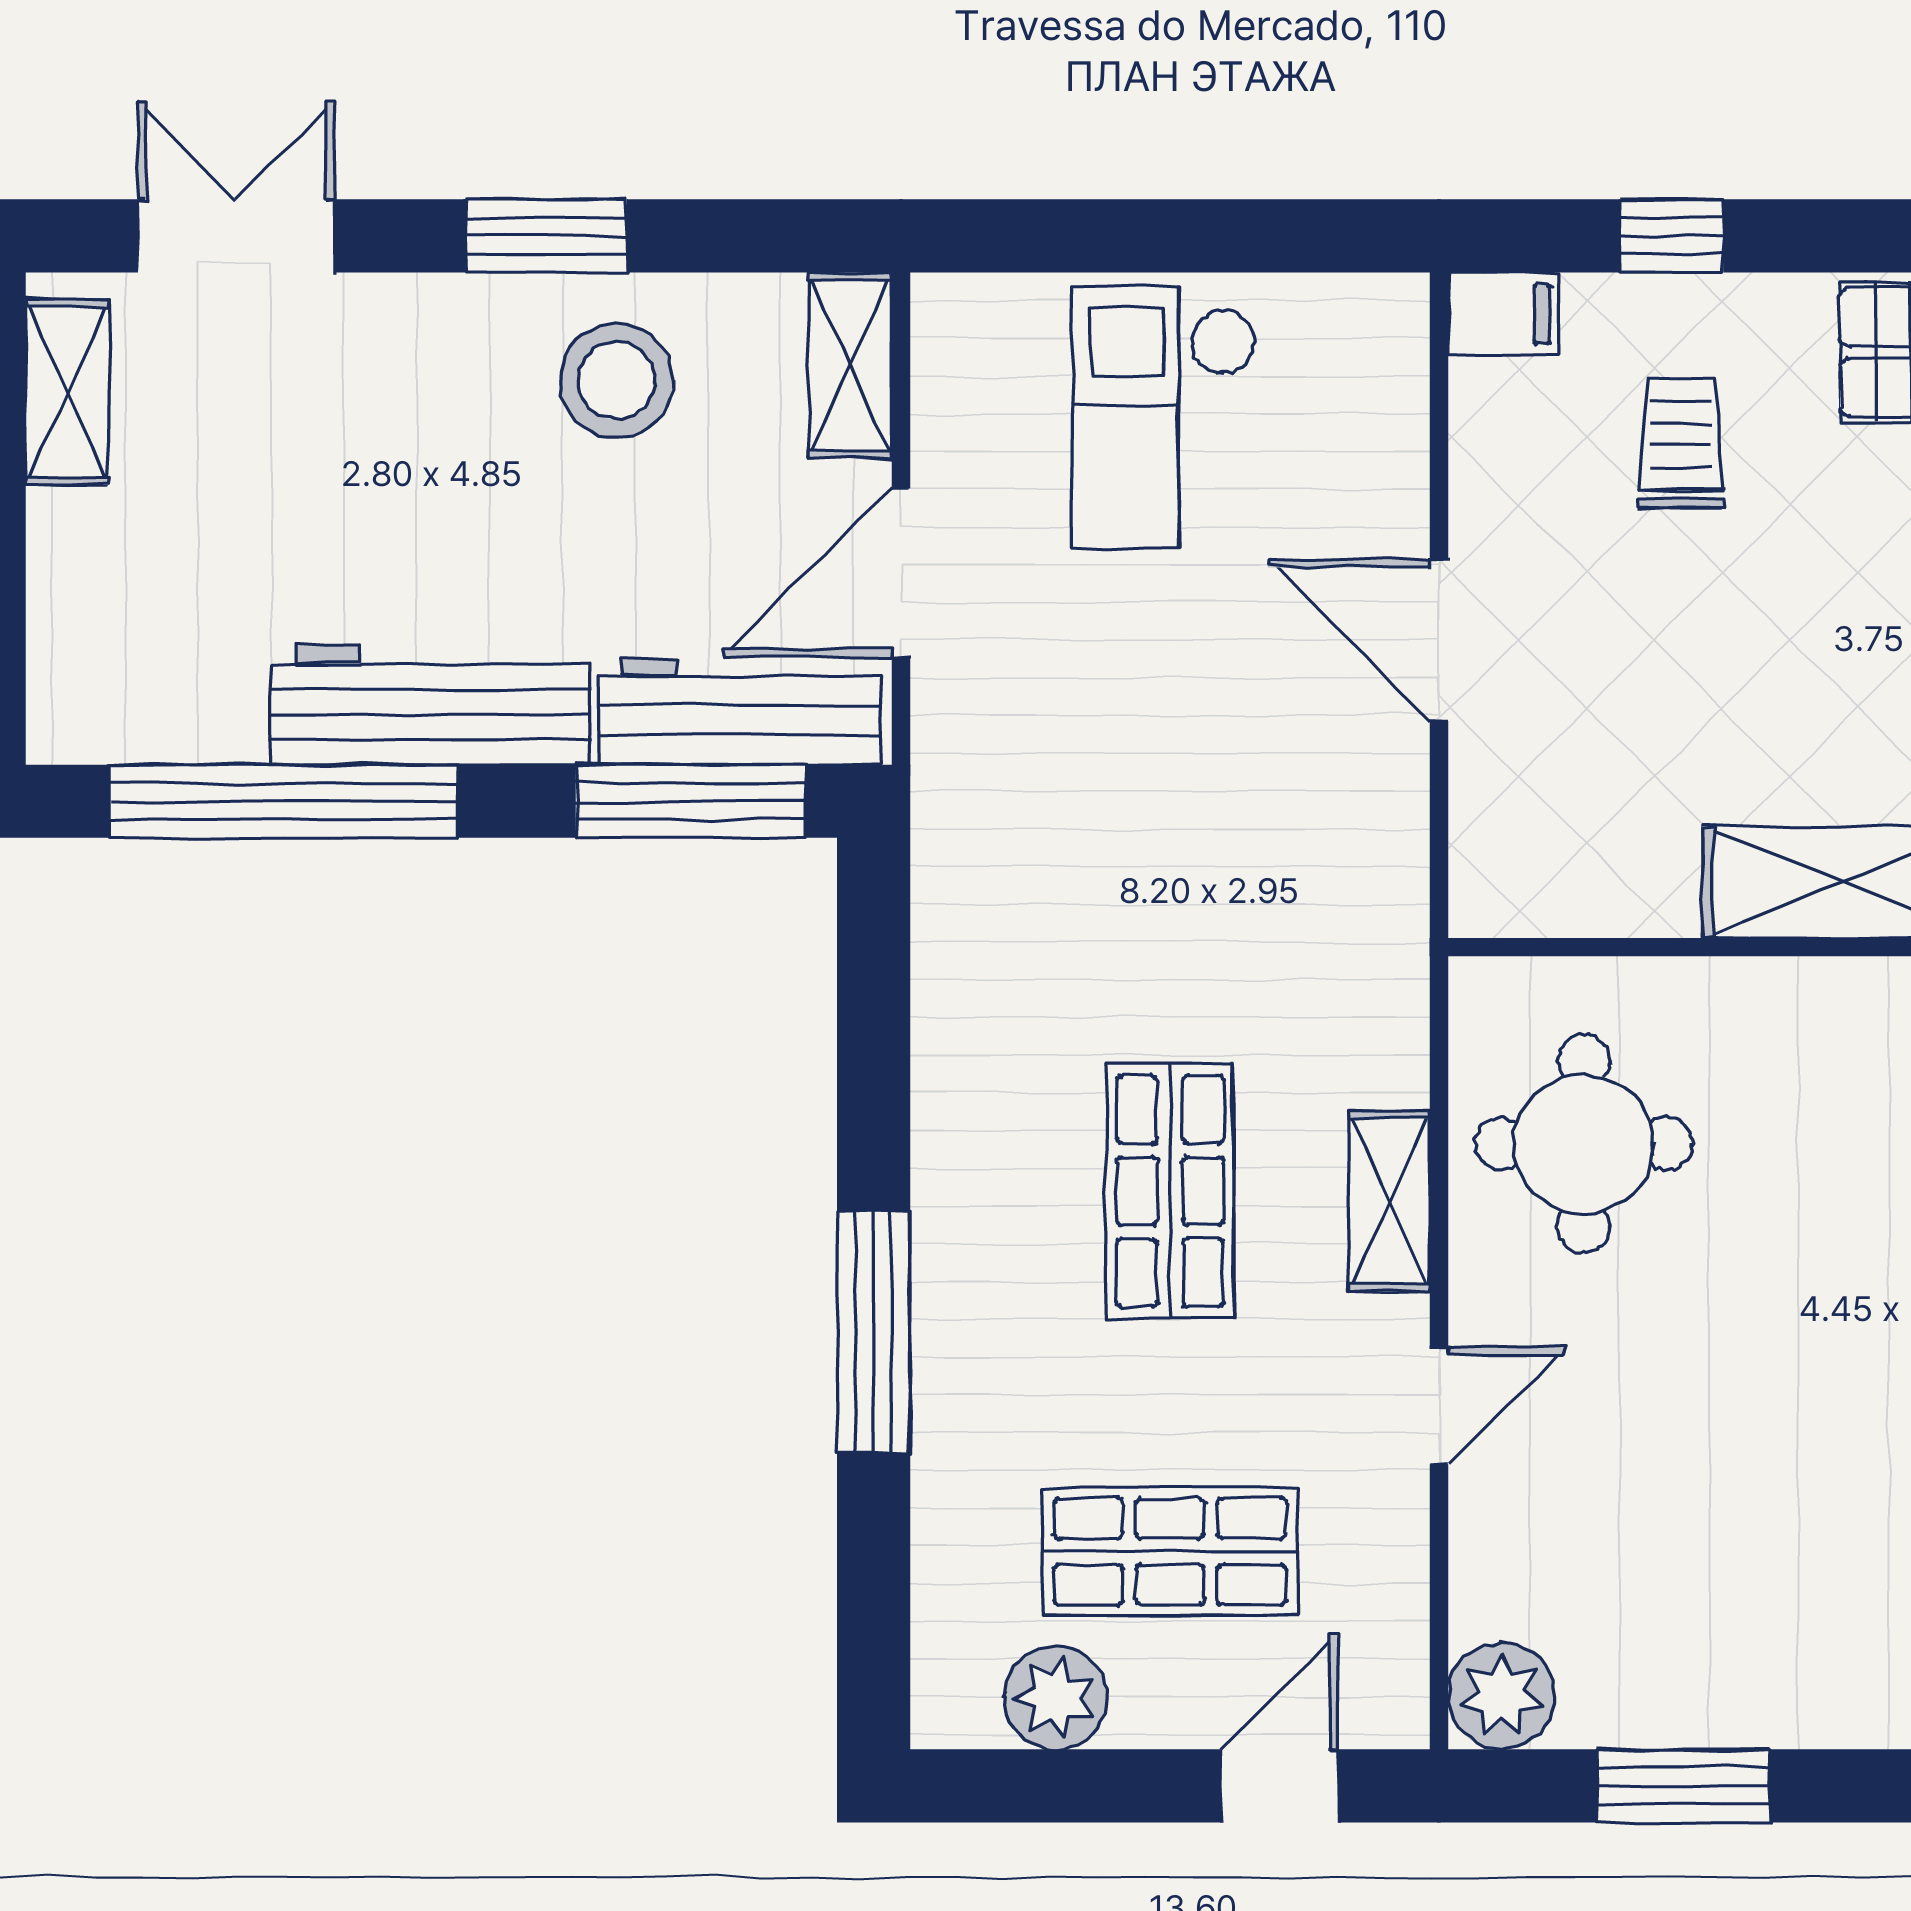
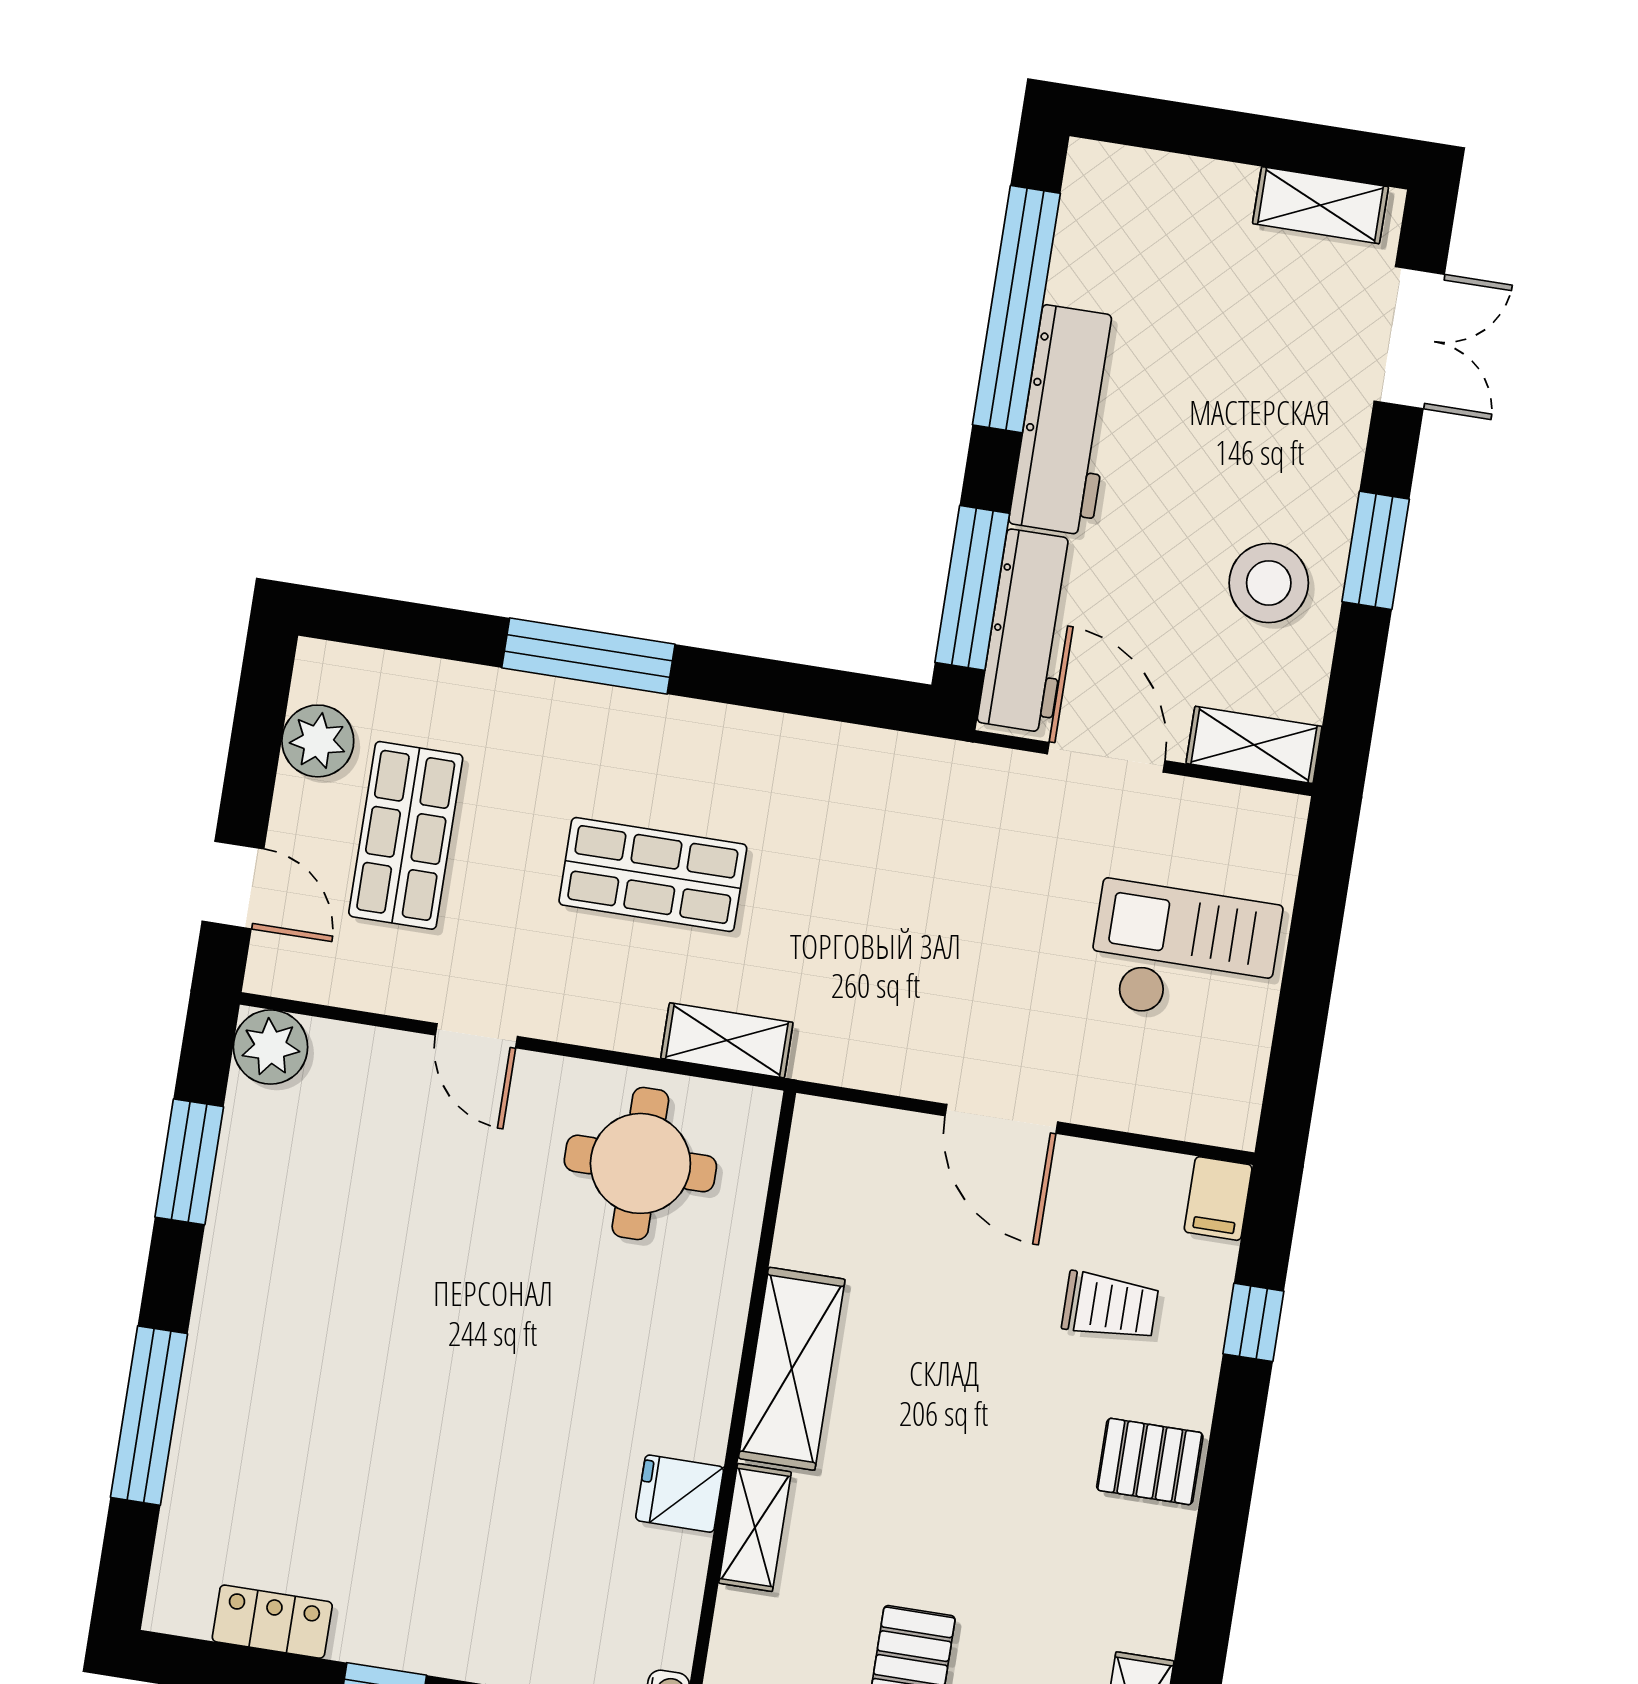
door: (1439, 640) -> (1001, 1119), swing flipped
shelving: (1389, 1201) -> (727, 1040), moved

